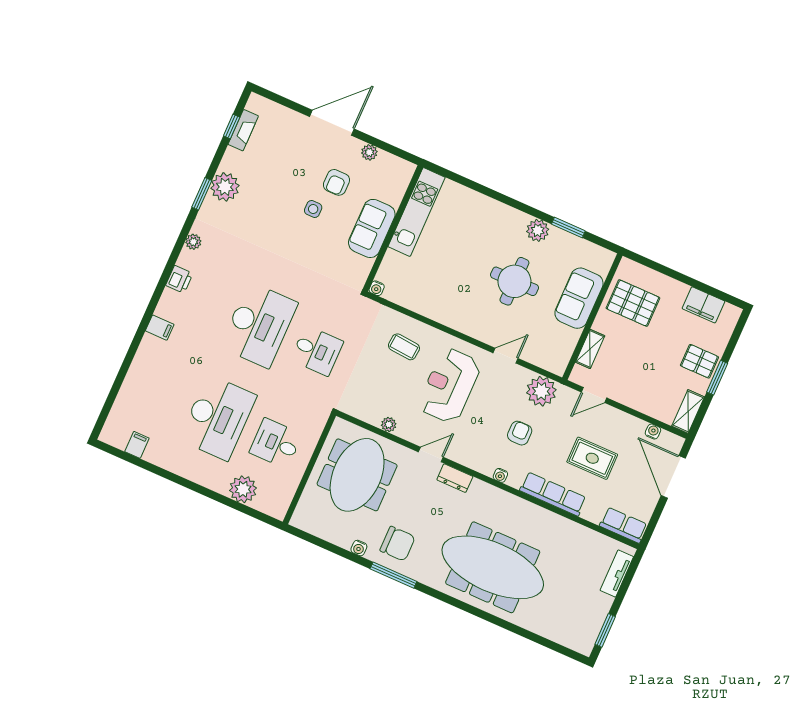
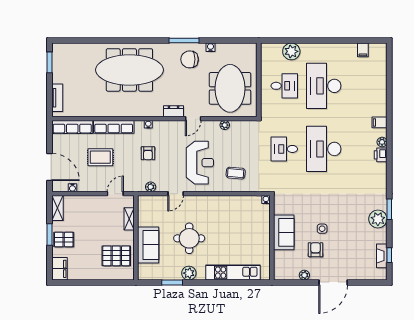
kitchen unit: (417, 212) -> (233, 273), moved, turned 90
plant: (193, 242) -> (382, 142), moved
filing cabinet: (703, 305) -> (59, 269), moved, turned 90
plant: (541, 391) -> (151, 187), width x0.53, depth x0.53
row of seats: (623, 525) -> (72, 127), width x1.48

